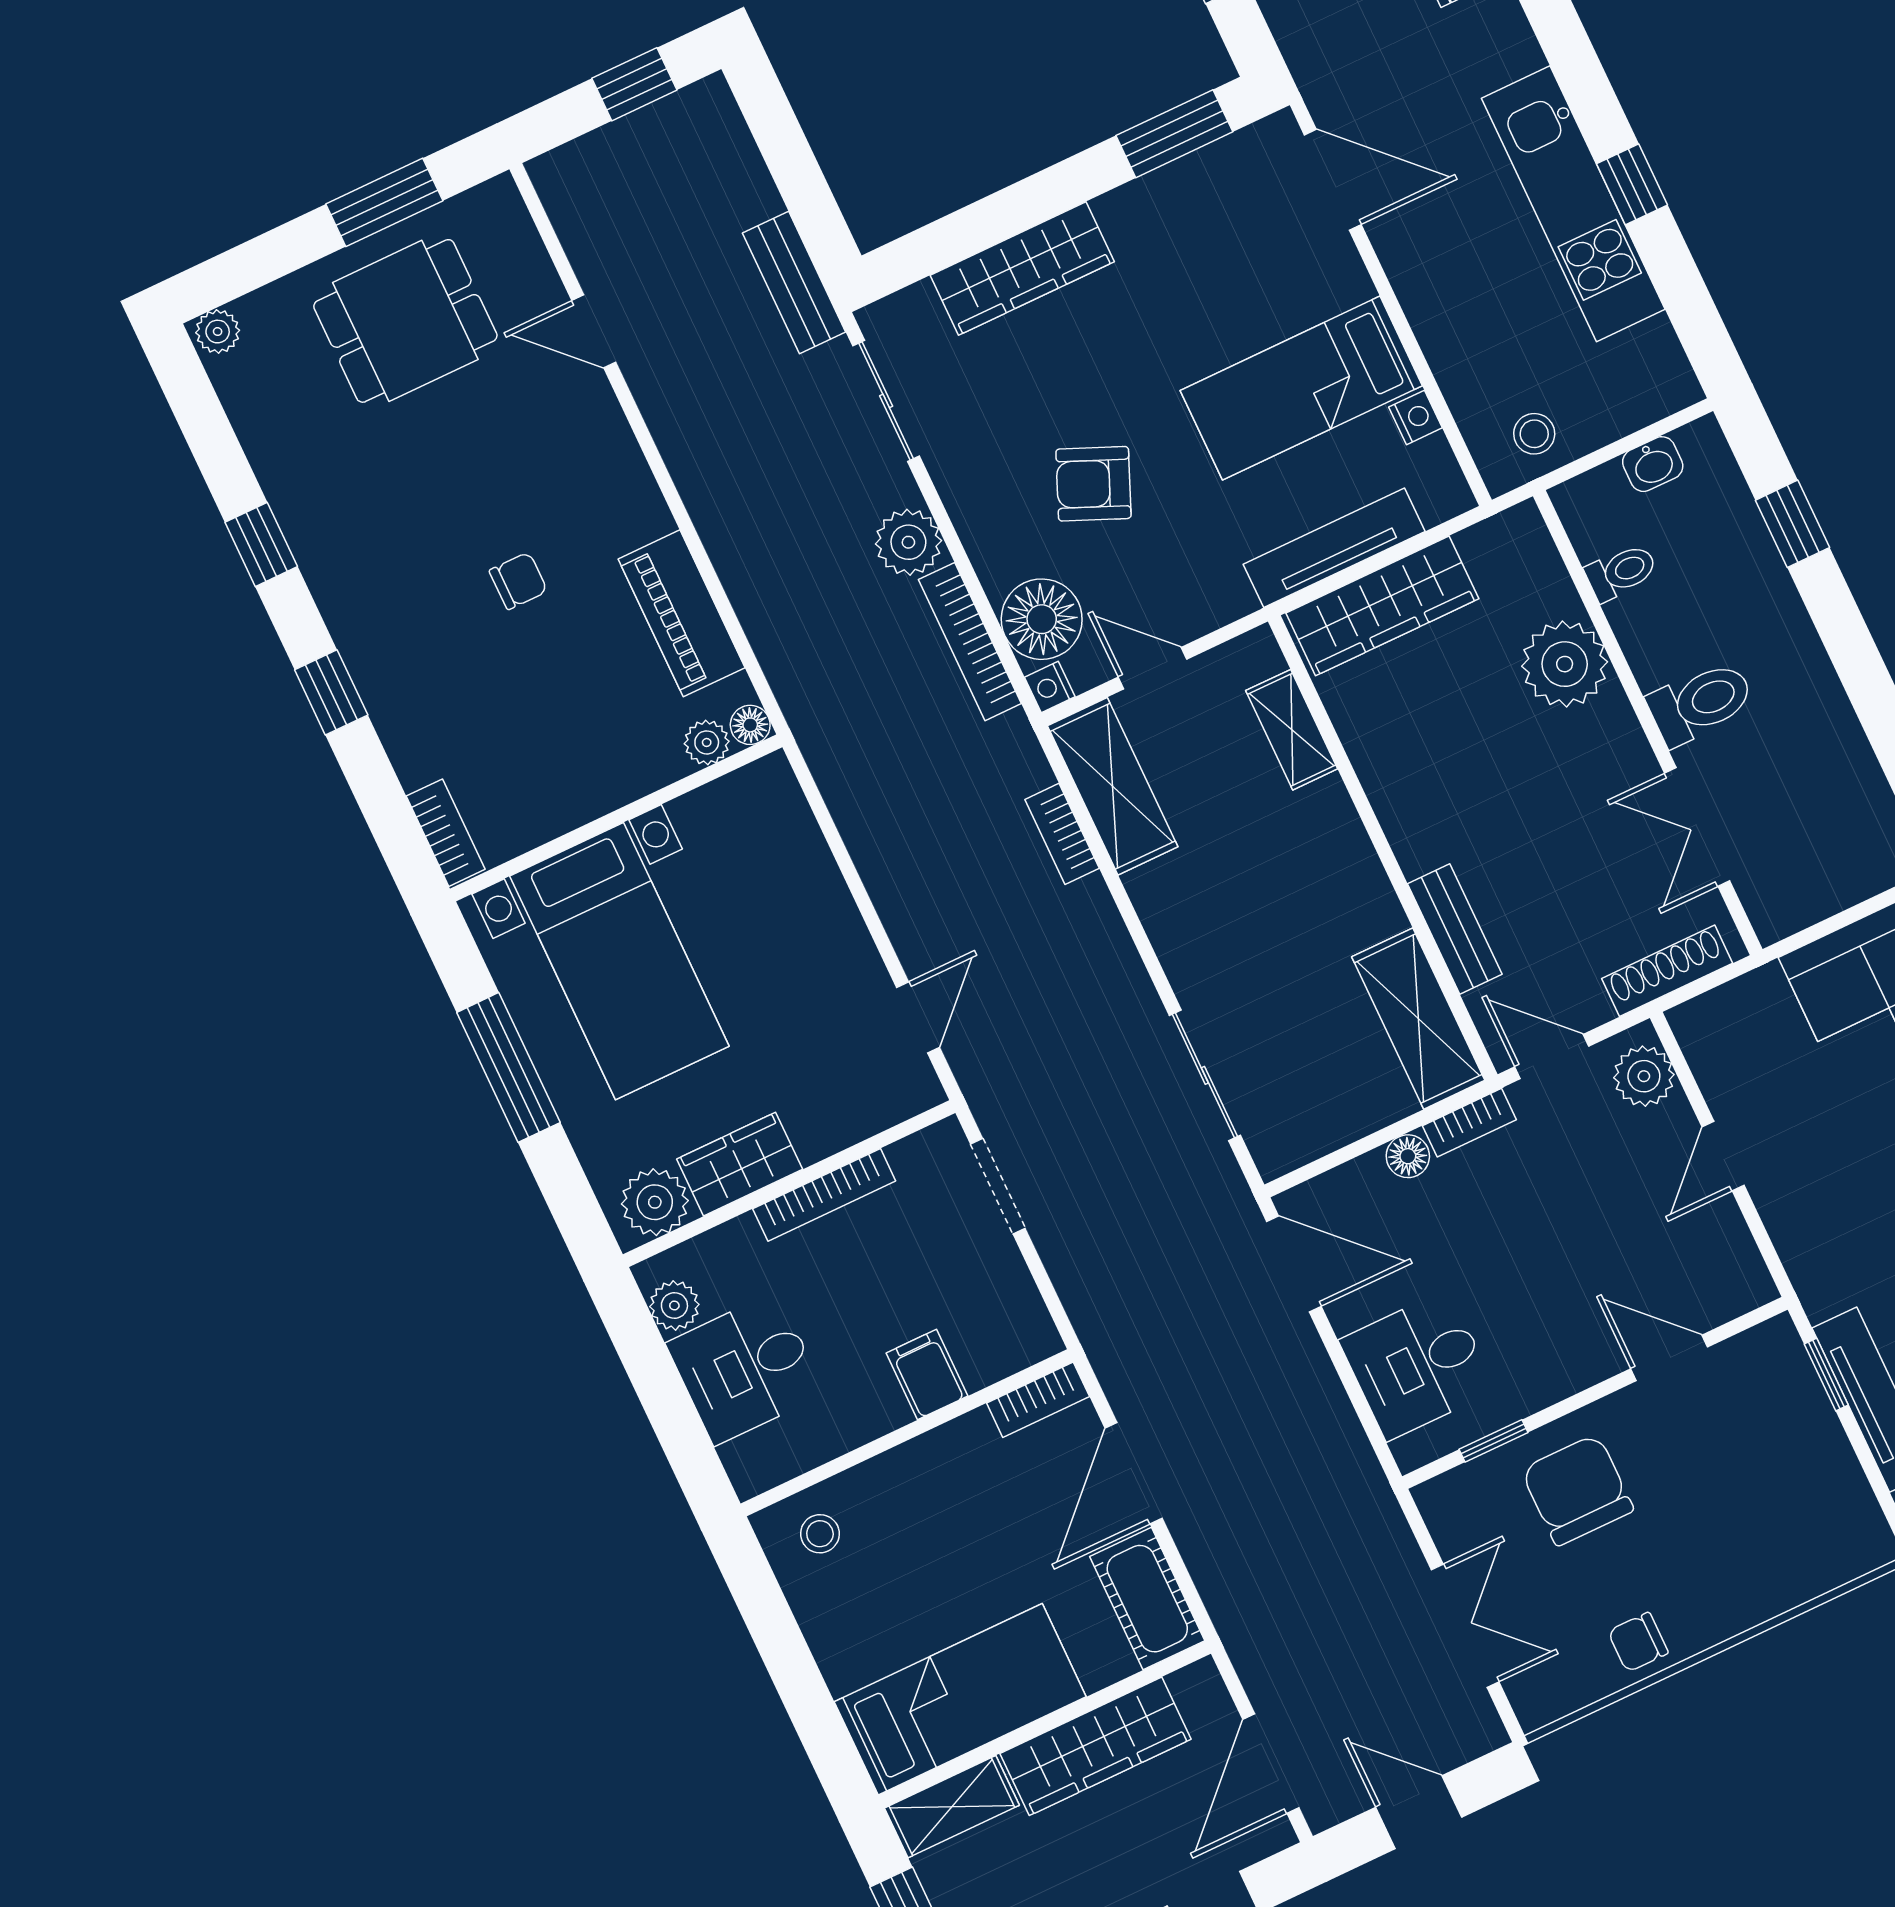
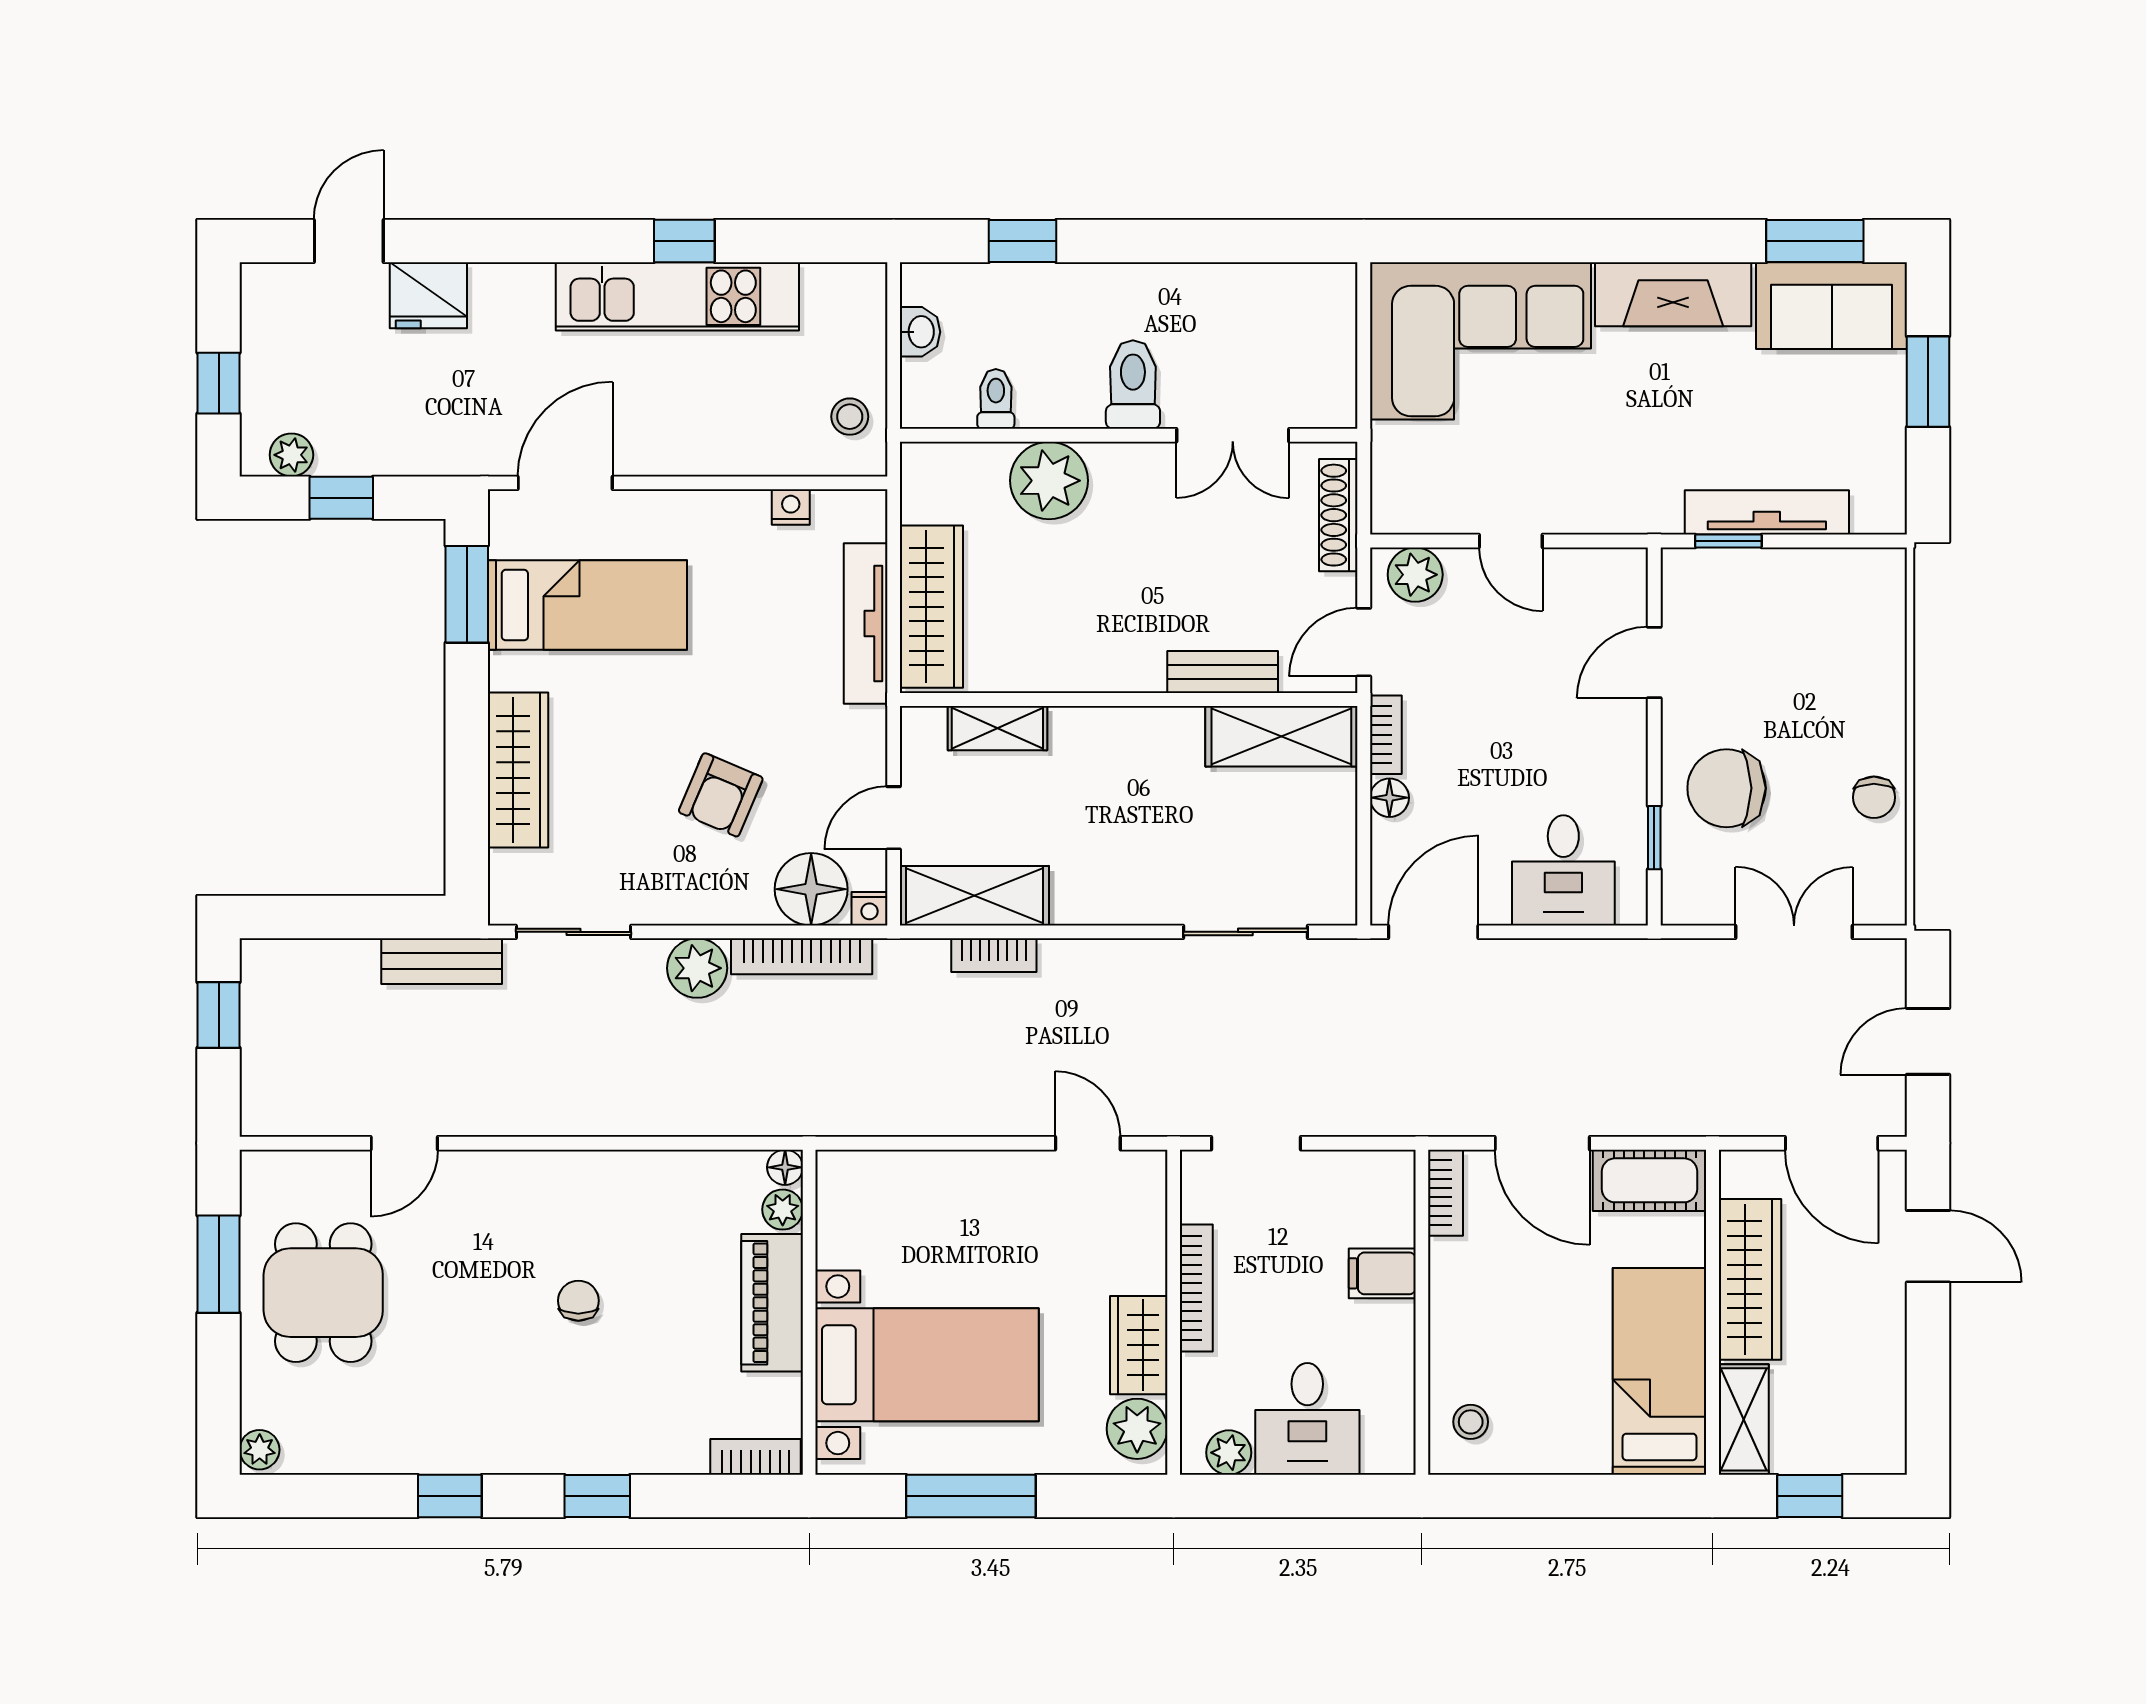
bed: (1301, 388) -> (587, 605), moved, turned -90
piano: (682, 613) -> (772, 1303), moved, turned 90

